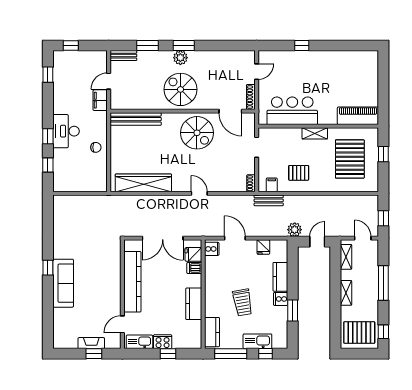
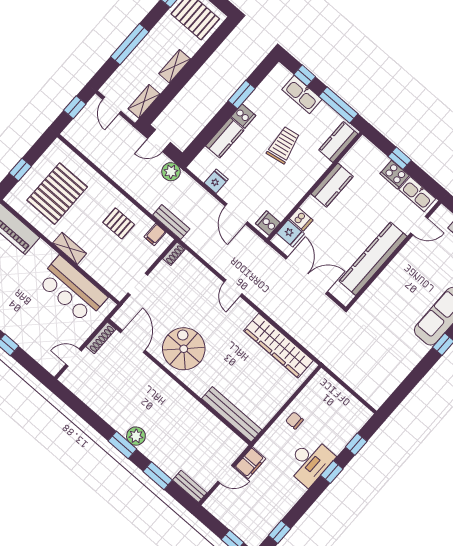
spiral stairs: (181, 89) -> (163, 405), removed

